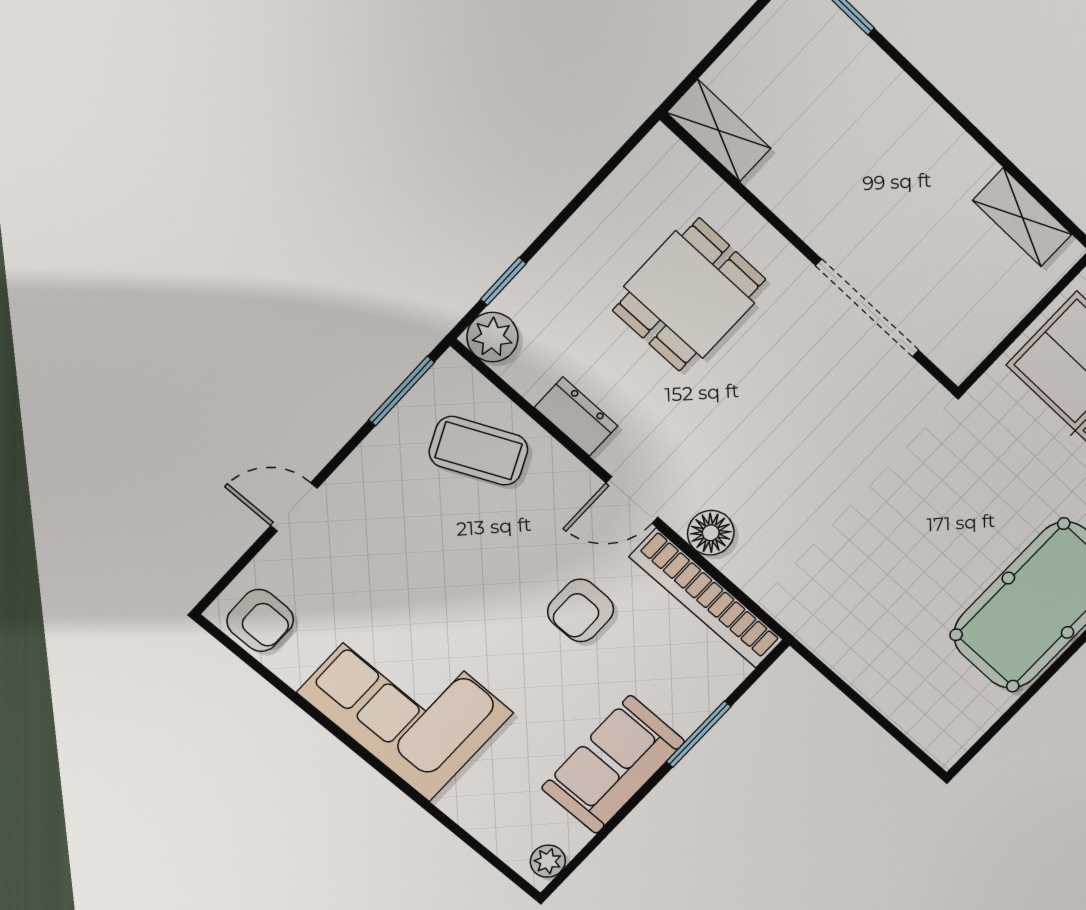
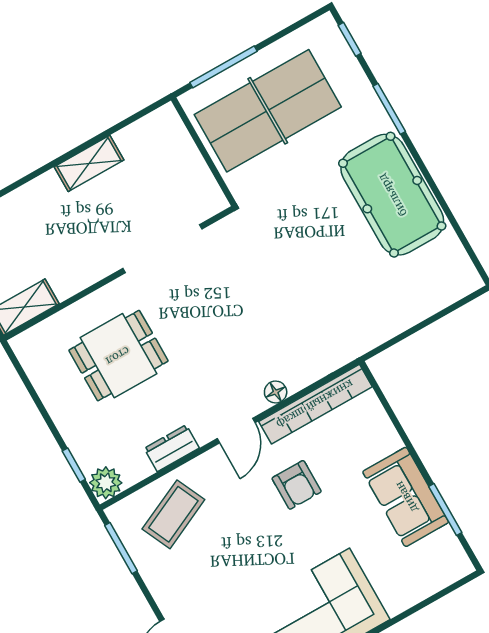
shelving: (1022, 217) -> (89, 163), moved
dining table: (689, 295) -> (118, 356), turned 90
floor lamp: (711, 533) -> (276, 392), width x0.73, depth x0.73
window: (699, 734) -> (445, 509), moved
plant: (548, 861) -> (457, 559), removed

